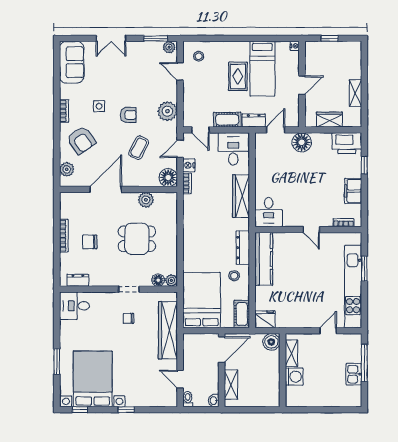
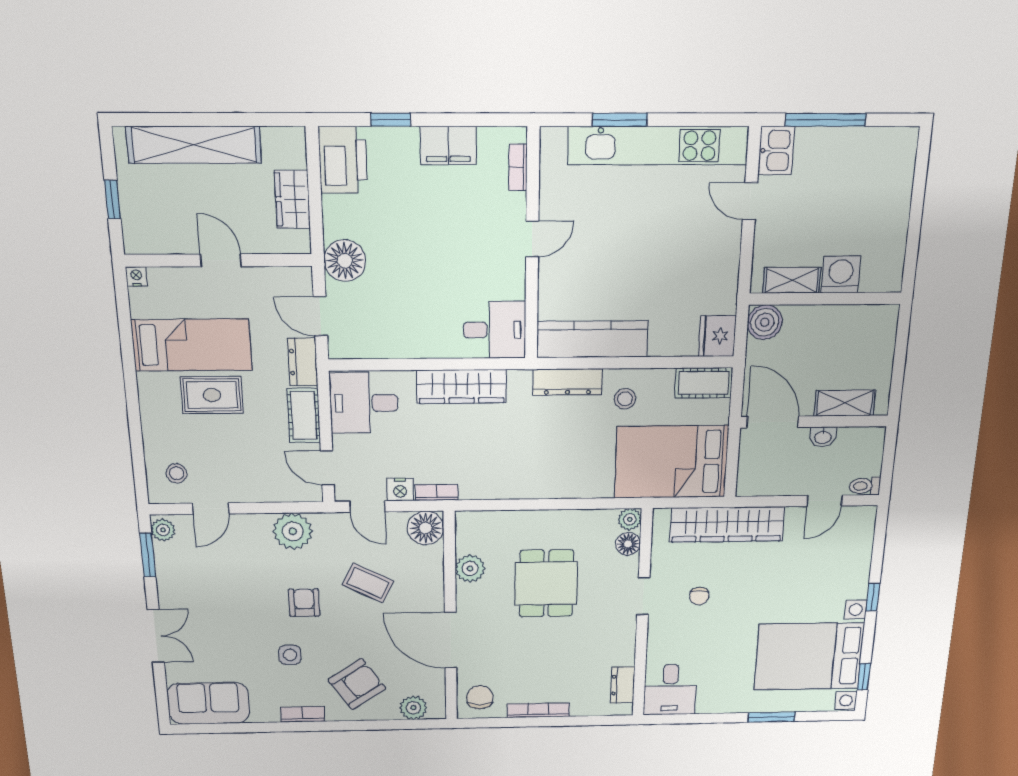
shelving: (355, 93) -> (194, 145), width x2.20, depth x1.33
door: (200, 130) -> (327, 468), swing flipped
chair: (90, 242) -> (480, 697), moved, turned 180
kitchen sink: (354, 374) -> (776, 151), moved, turned -90
washbasin: (214, 401) -> (823, 437), moved

